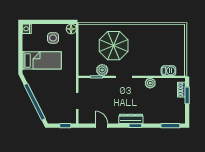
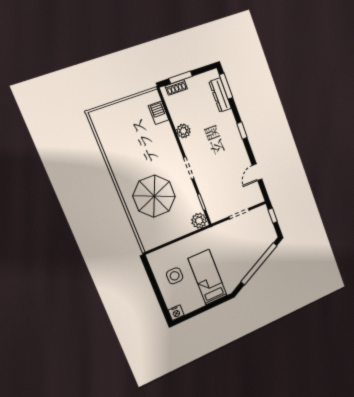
floor lamp: (71, 29) -> (154, 258), removed
plant: (102, 70) -> (199, 221), moved
dresser: (131, 119) -> (220, 95), moved

